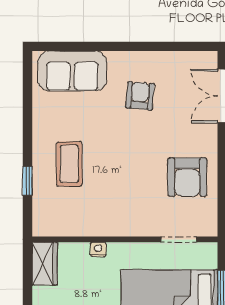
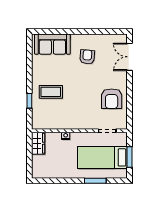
coffee table: (69, 164) -> (51, 92), turned 90

